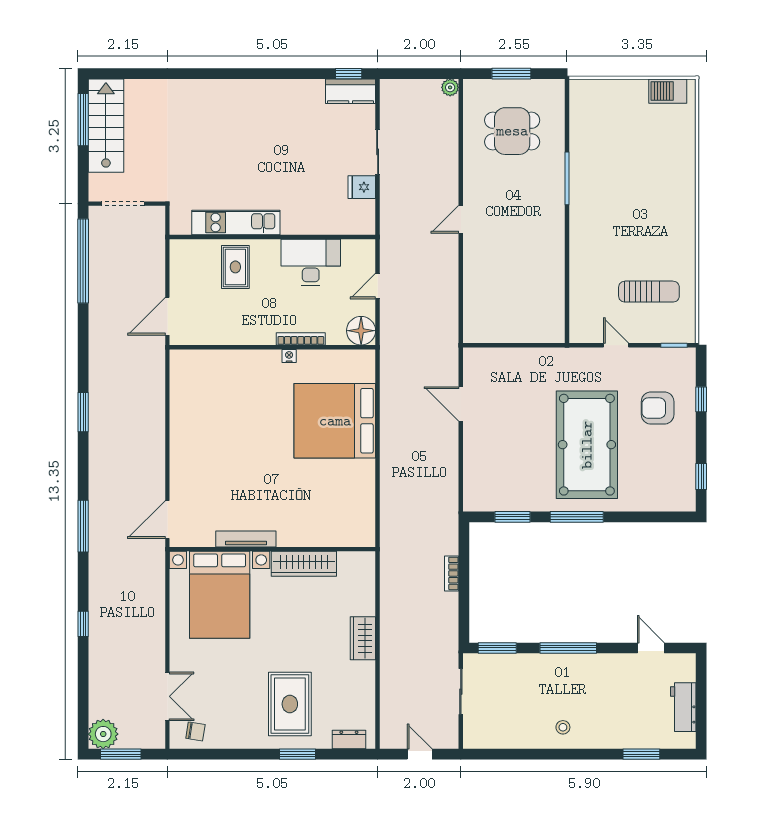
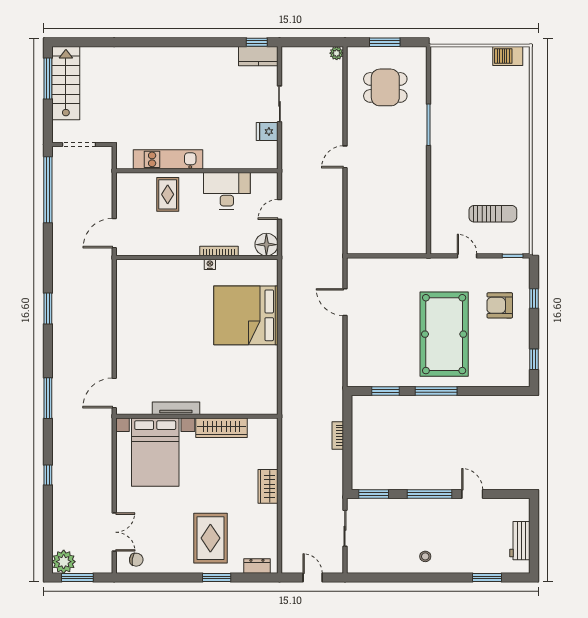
door: (651, 648) -> (472, 494), moved

